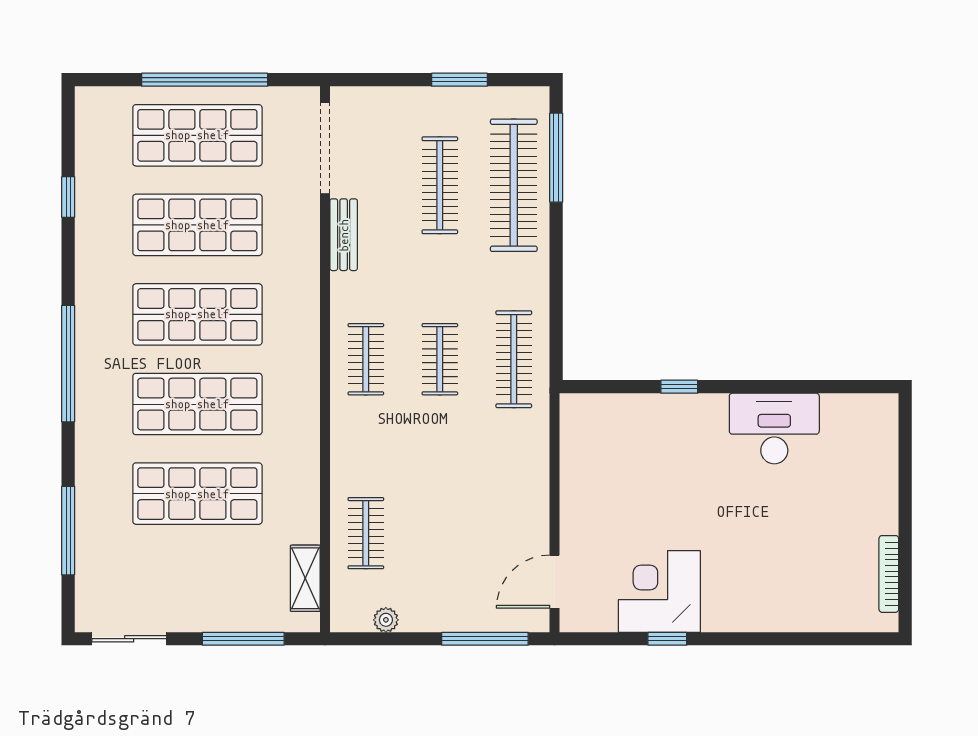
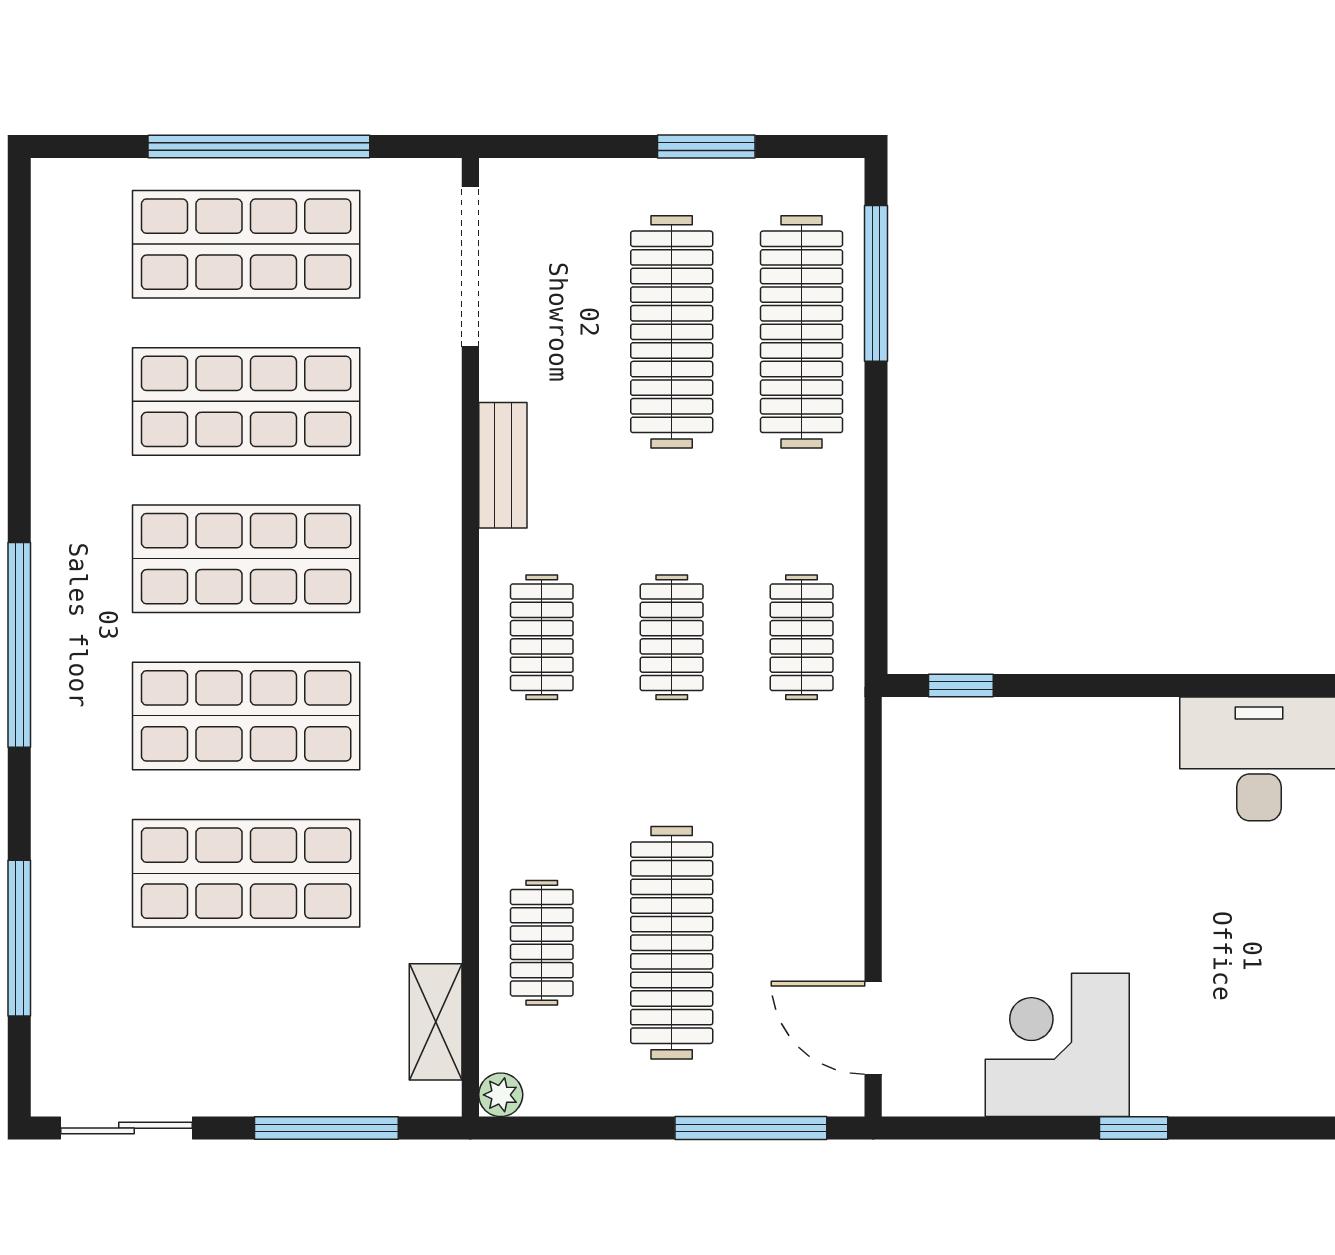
clothes rail: (440, 185) -> (672, 332), width x1.37, depth x1.31
window: (68, 197) -> (19, 353), removed
bench: (344, 235) -> (503, 465), moved
clothes rail: (514, 359) -> (802, 637), width x0.73
window: (679, 387) -> (961, 686), moved
clothes rail: (440, 533) -> (672, 943), added
door: (554, 582) -> (873, 1028), hinge flipped
plant: (386, 620) -> (501, 1095), moved
window: (667, 639) -> (1134, 1128), moved

